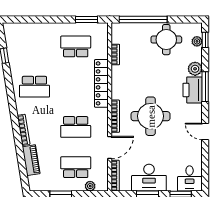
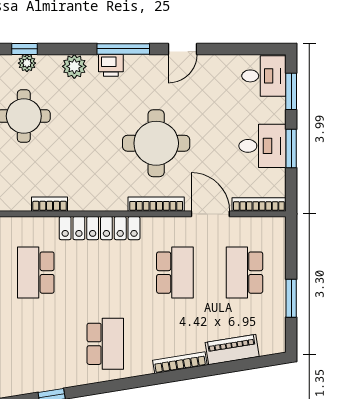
window: (205, 87) -> (123, 49), moved
printer: (193, 90) -> (111, 65), width x0.53, depth x0.68
desk: (149, 178) -> (262, 146), width x0.73
plant: (90, 186) -> (277, 248), removed

